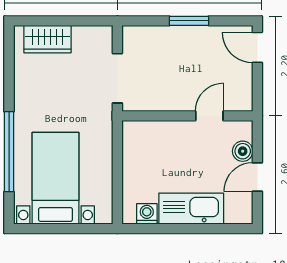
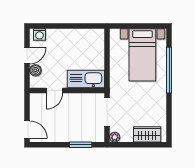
window: (189, 21) -> (81, 145), moved
plant: (104, 34) -> (115, 137), added
kitchen sink: (191, 209) -> (86, 79), moved, turned 180
washing machine: (147, 214) -> (39, 34), moved

